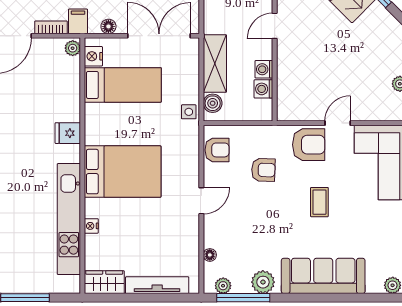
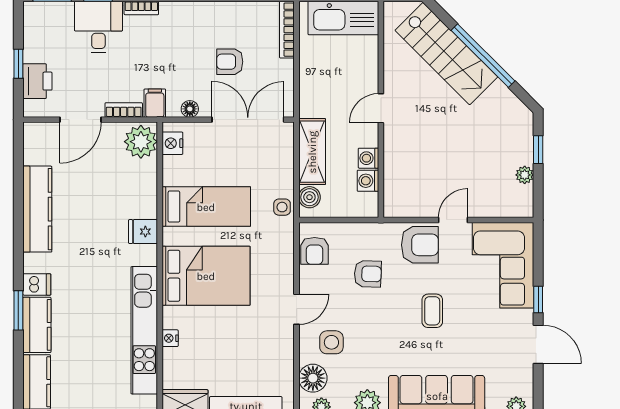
plant: (73, 48) -> (141, 142), width x1.88, depth x1.88
bed: (123, 85) -> (206, 207), moved
armchair: (217, 150) -> (315, 251), turned 90
side table: (232, 230) -> (331, 342), added
floor lamp: (210, 255) -> (313, 378), width x1.89, depth x1.89

